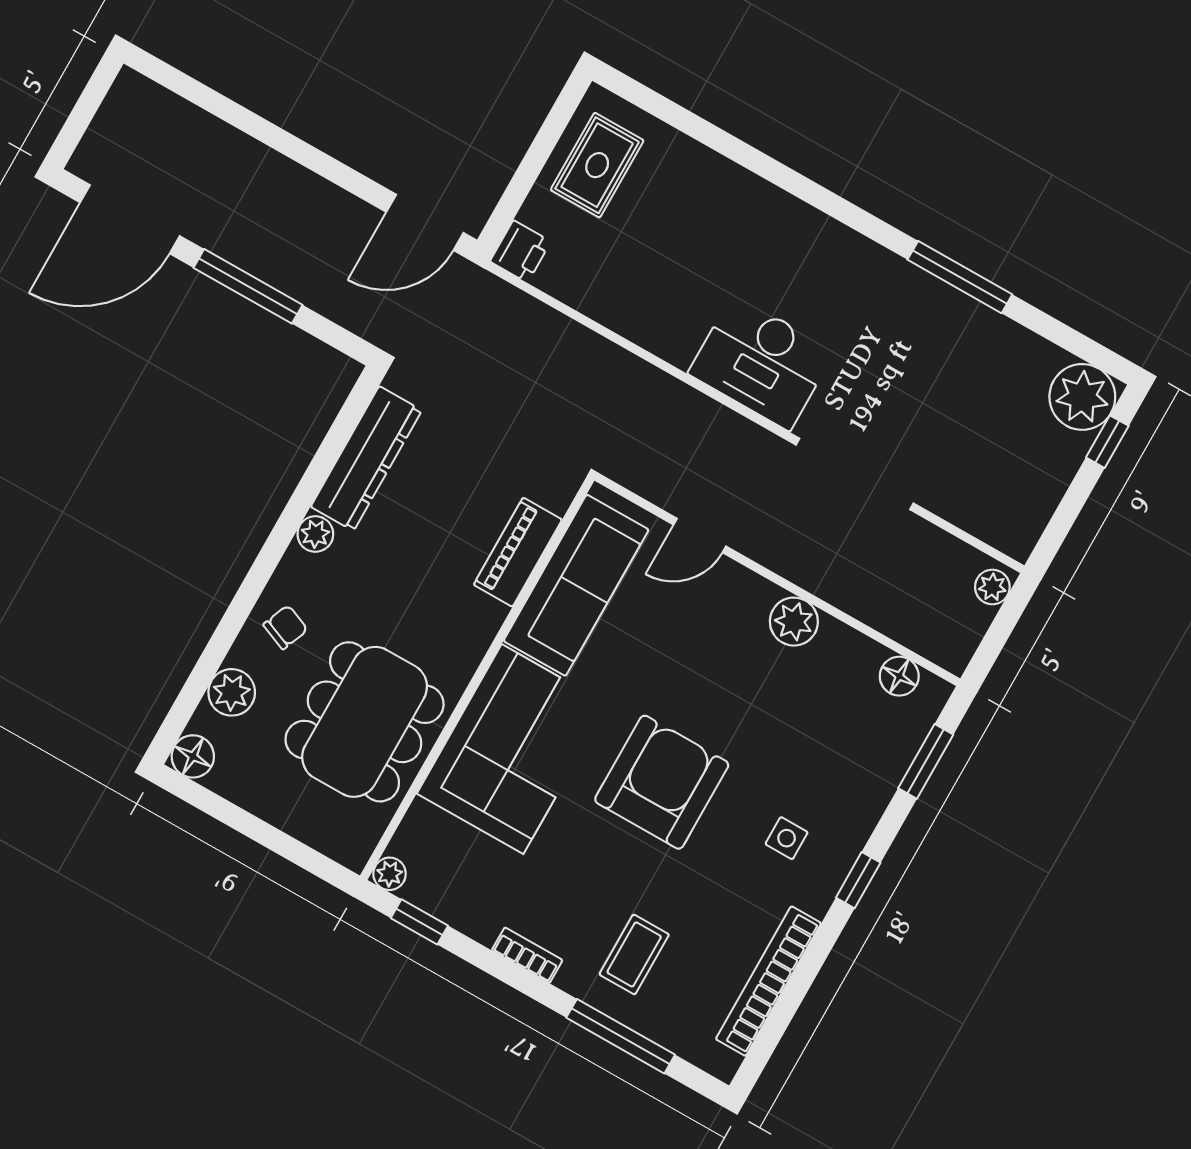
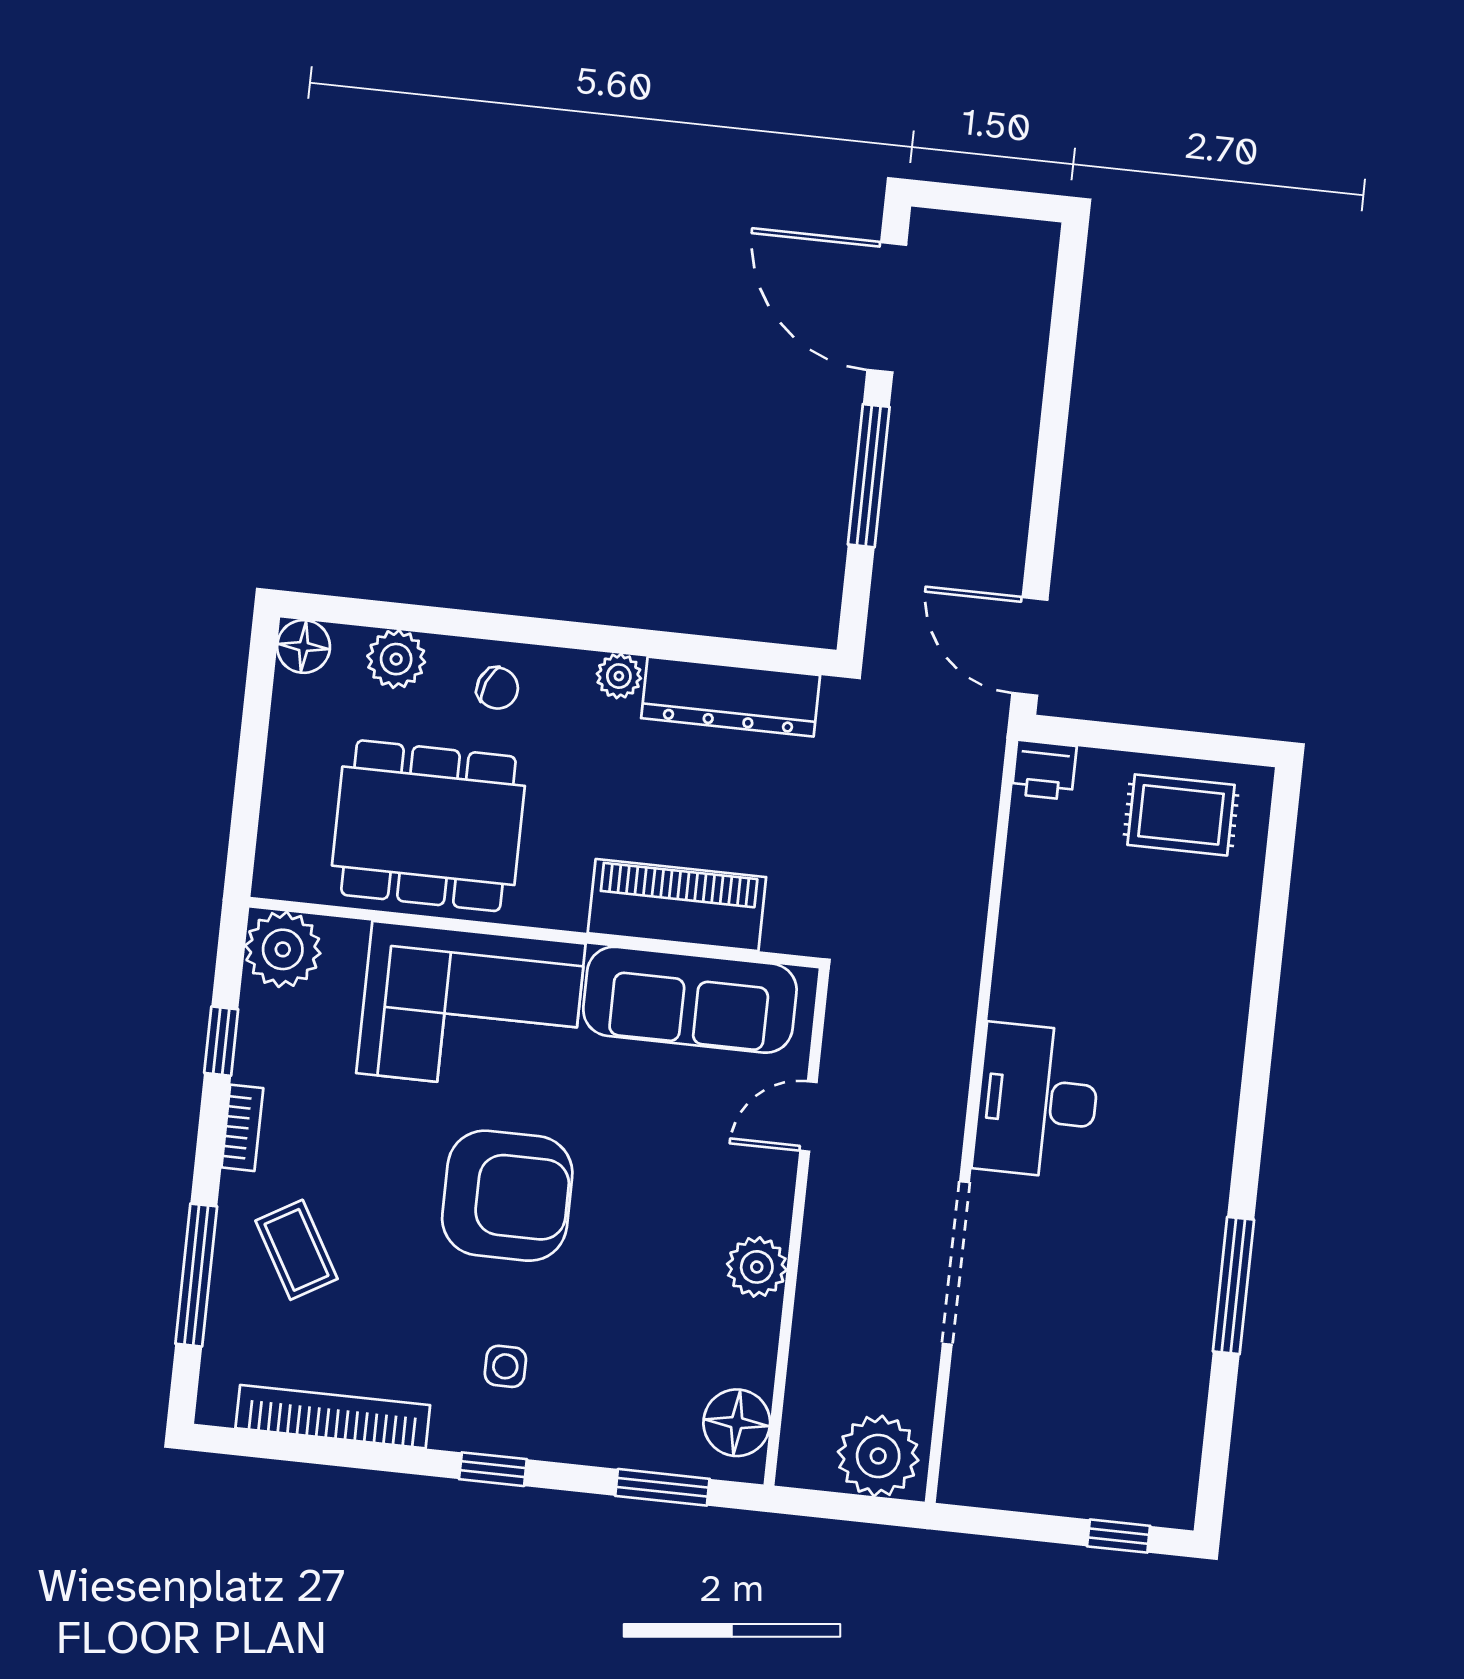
plant: (1082, 397) -> (1157, 1485), removed
door: (700, 535) -> (808, 1116), hinge flipped
piano: (518, 552) -> (677, 905), width x1.37, depth x1.33
plant: (992, 587) -> (878, 1456), width x1.87, depth x1.87
floor lamp: (899, 676) -> (737, 1423), width x1.38, depth x1.38
plant: (390, 874) -> (283, 949), width x1.88, depth x1.88
window: (419, 922) -> (221, 1041), moved
coffee table: (634, 954) -> (296, 1250), turned 60

